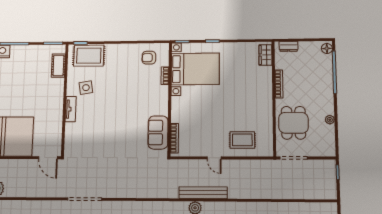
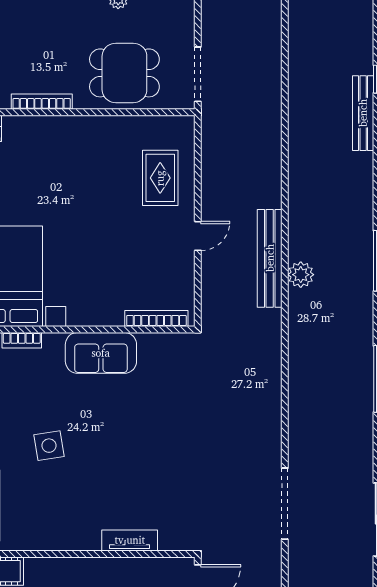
side table: (86, 88) -> (49, 446), moved
tv unit: (71, 109) -> (130, 540), moved
sofa: (158, 132) -> (101, 353), moved

